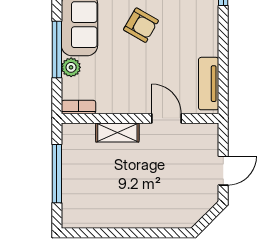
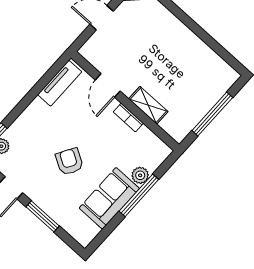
bookcase: (79, 107) -> (128, 118), moved

